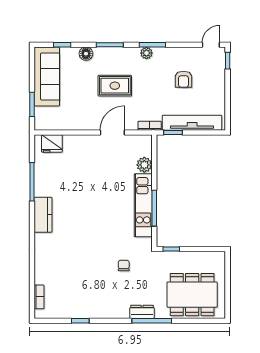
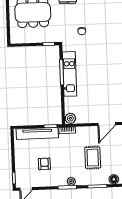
rug: (115, 86) -> (93, 158), turned 90
door: (112, 132) -> (107, 124), moved
plant: (144, 165) -> (70, 118), moved

